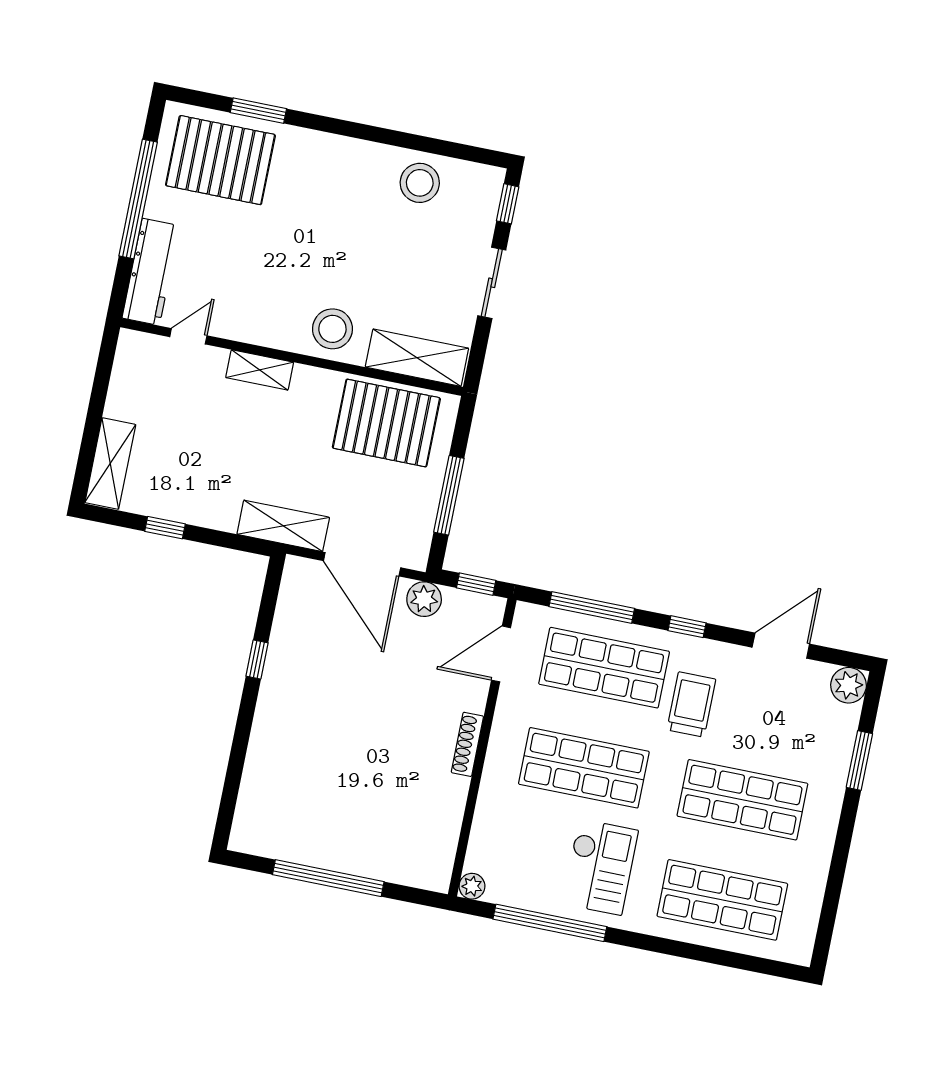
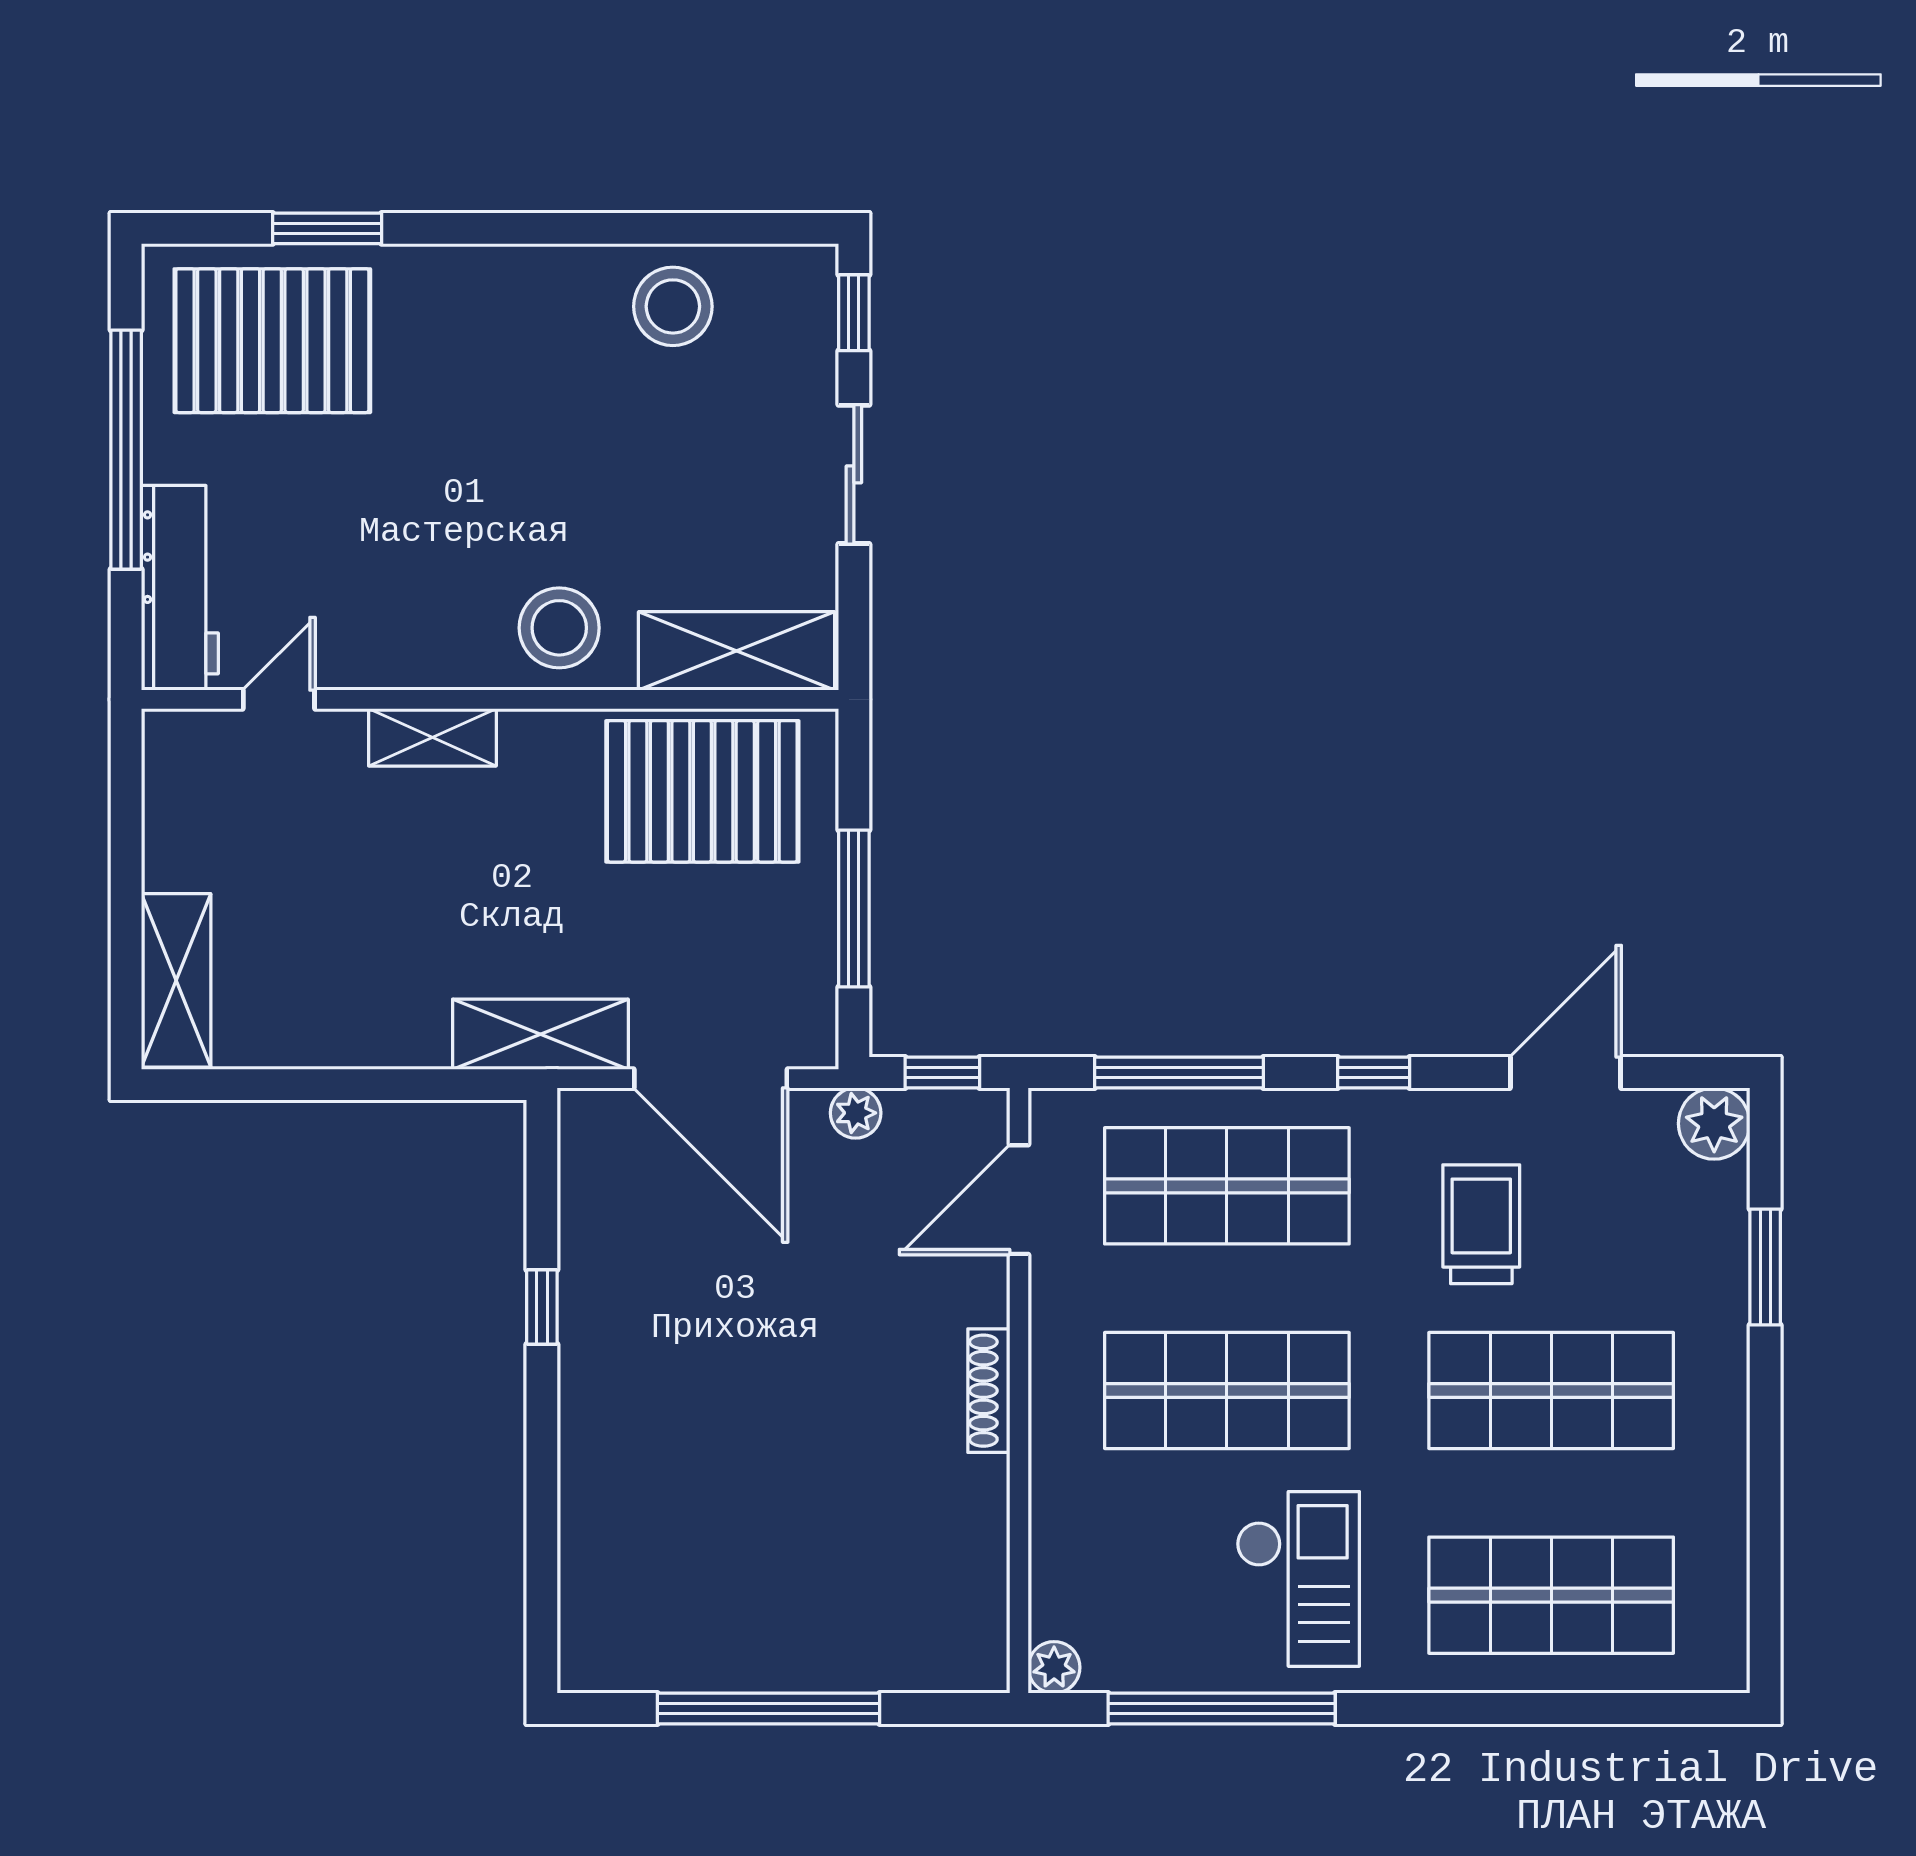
window: (165, 528) -> (309, 1085), removed
plant: (424, 599) -> (856, 1113), width x0.73, depth x0.73
trolley: (691, 705) -> (1481, 1224), moved

